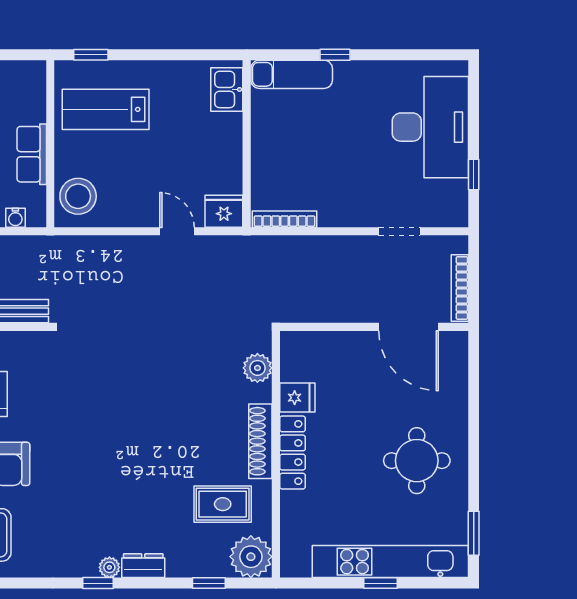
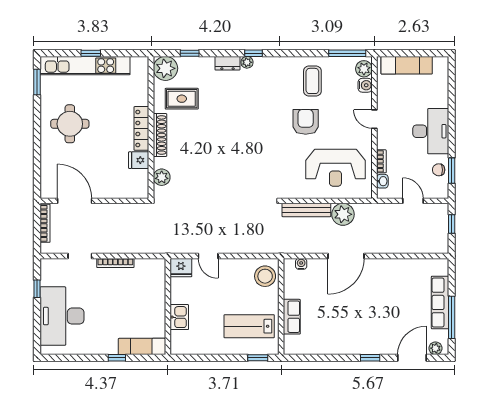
kitchen sink: (227, 89) -> (179, 317), moved
lab bench: (106, 109) -> (249, 326), turned 180
row of seats: (32, 154) -> (292, 317), moved
bookcase: (285, 219) -> (115, 263), moved

